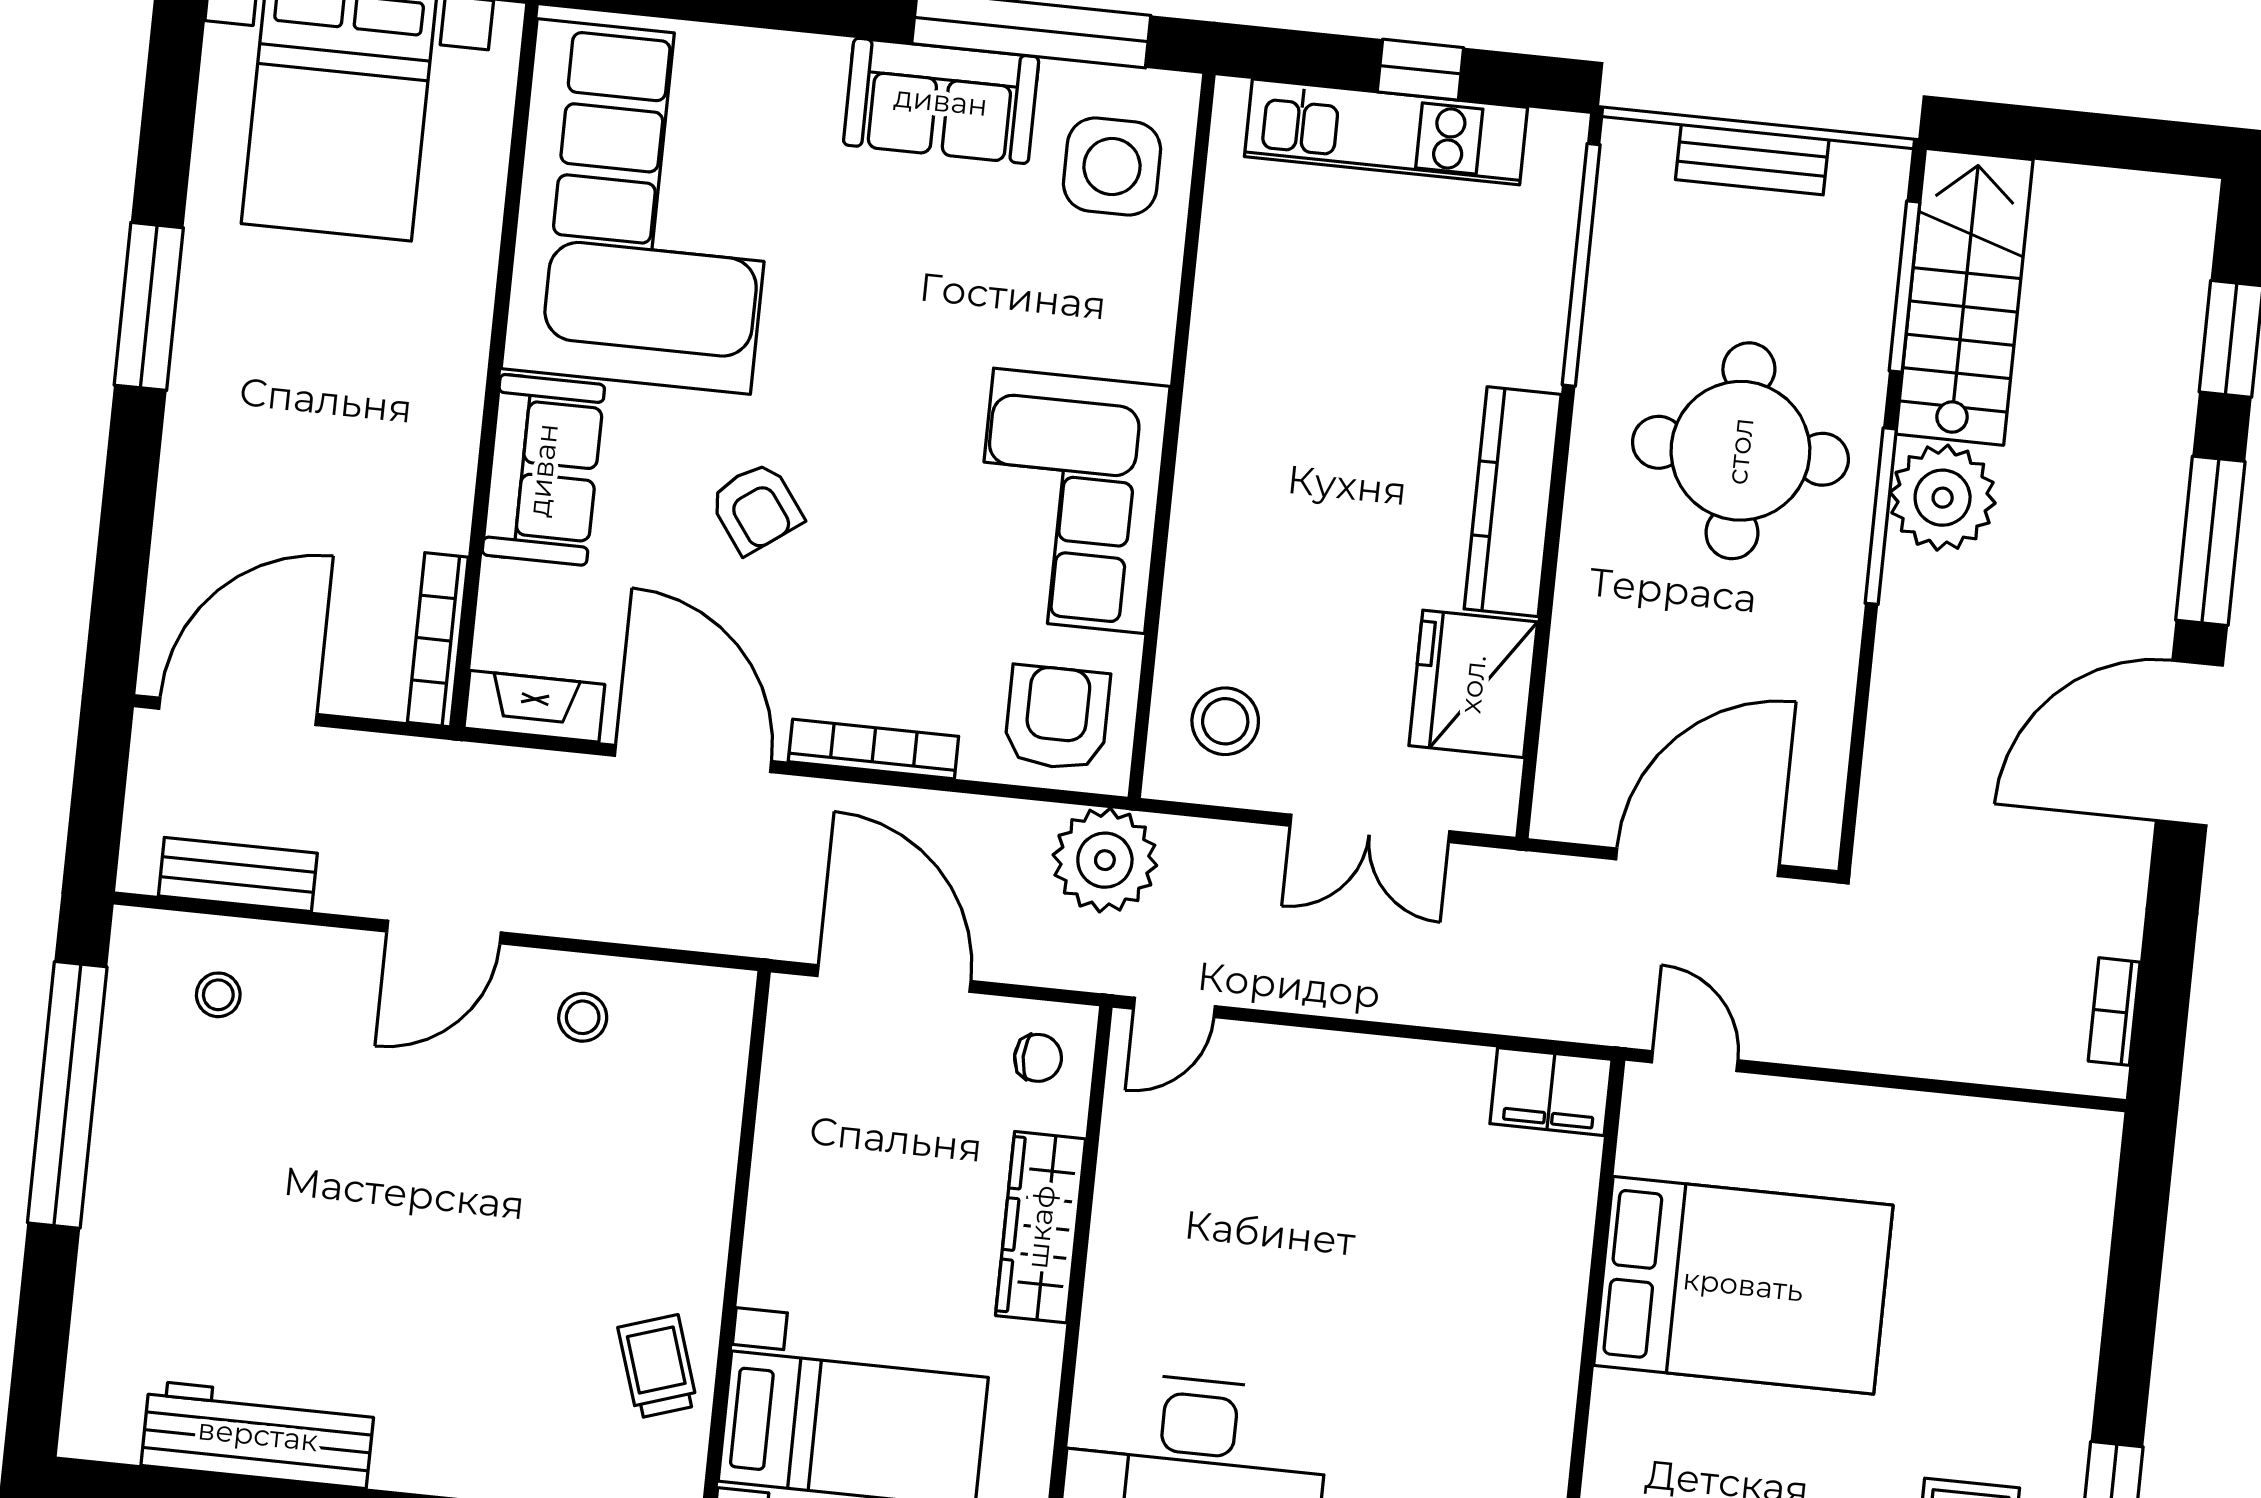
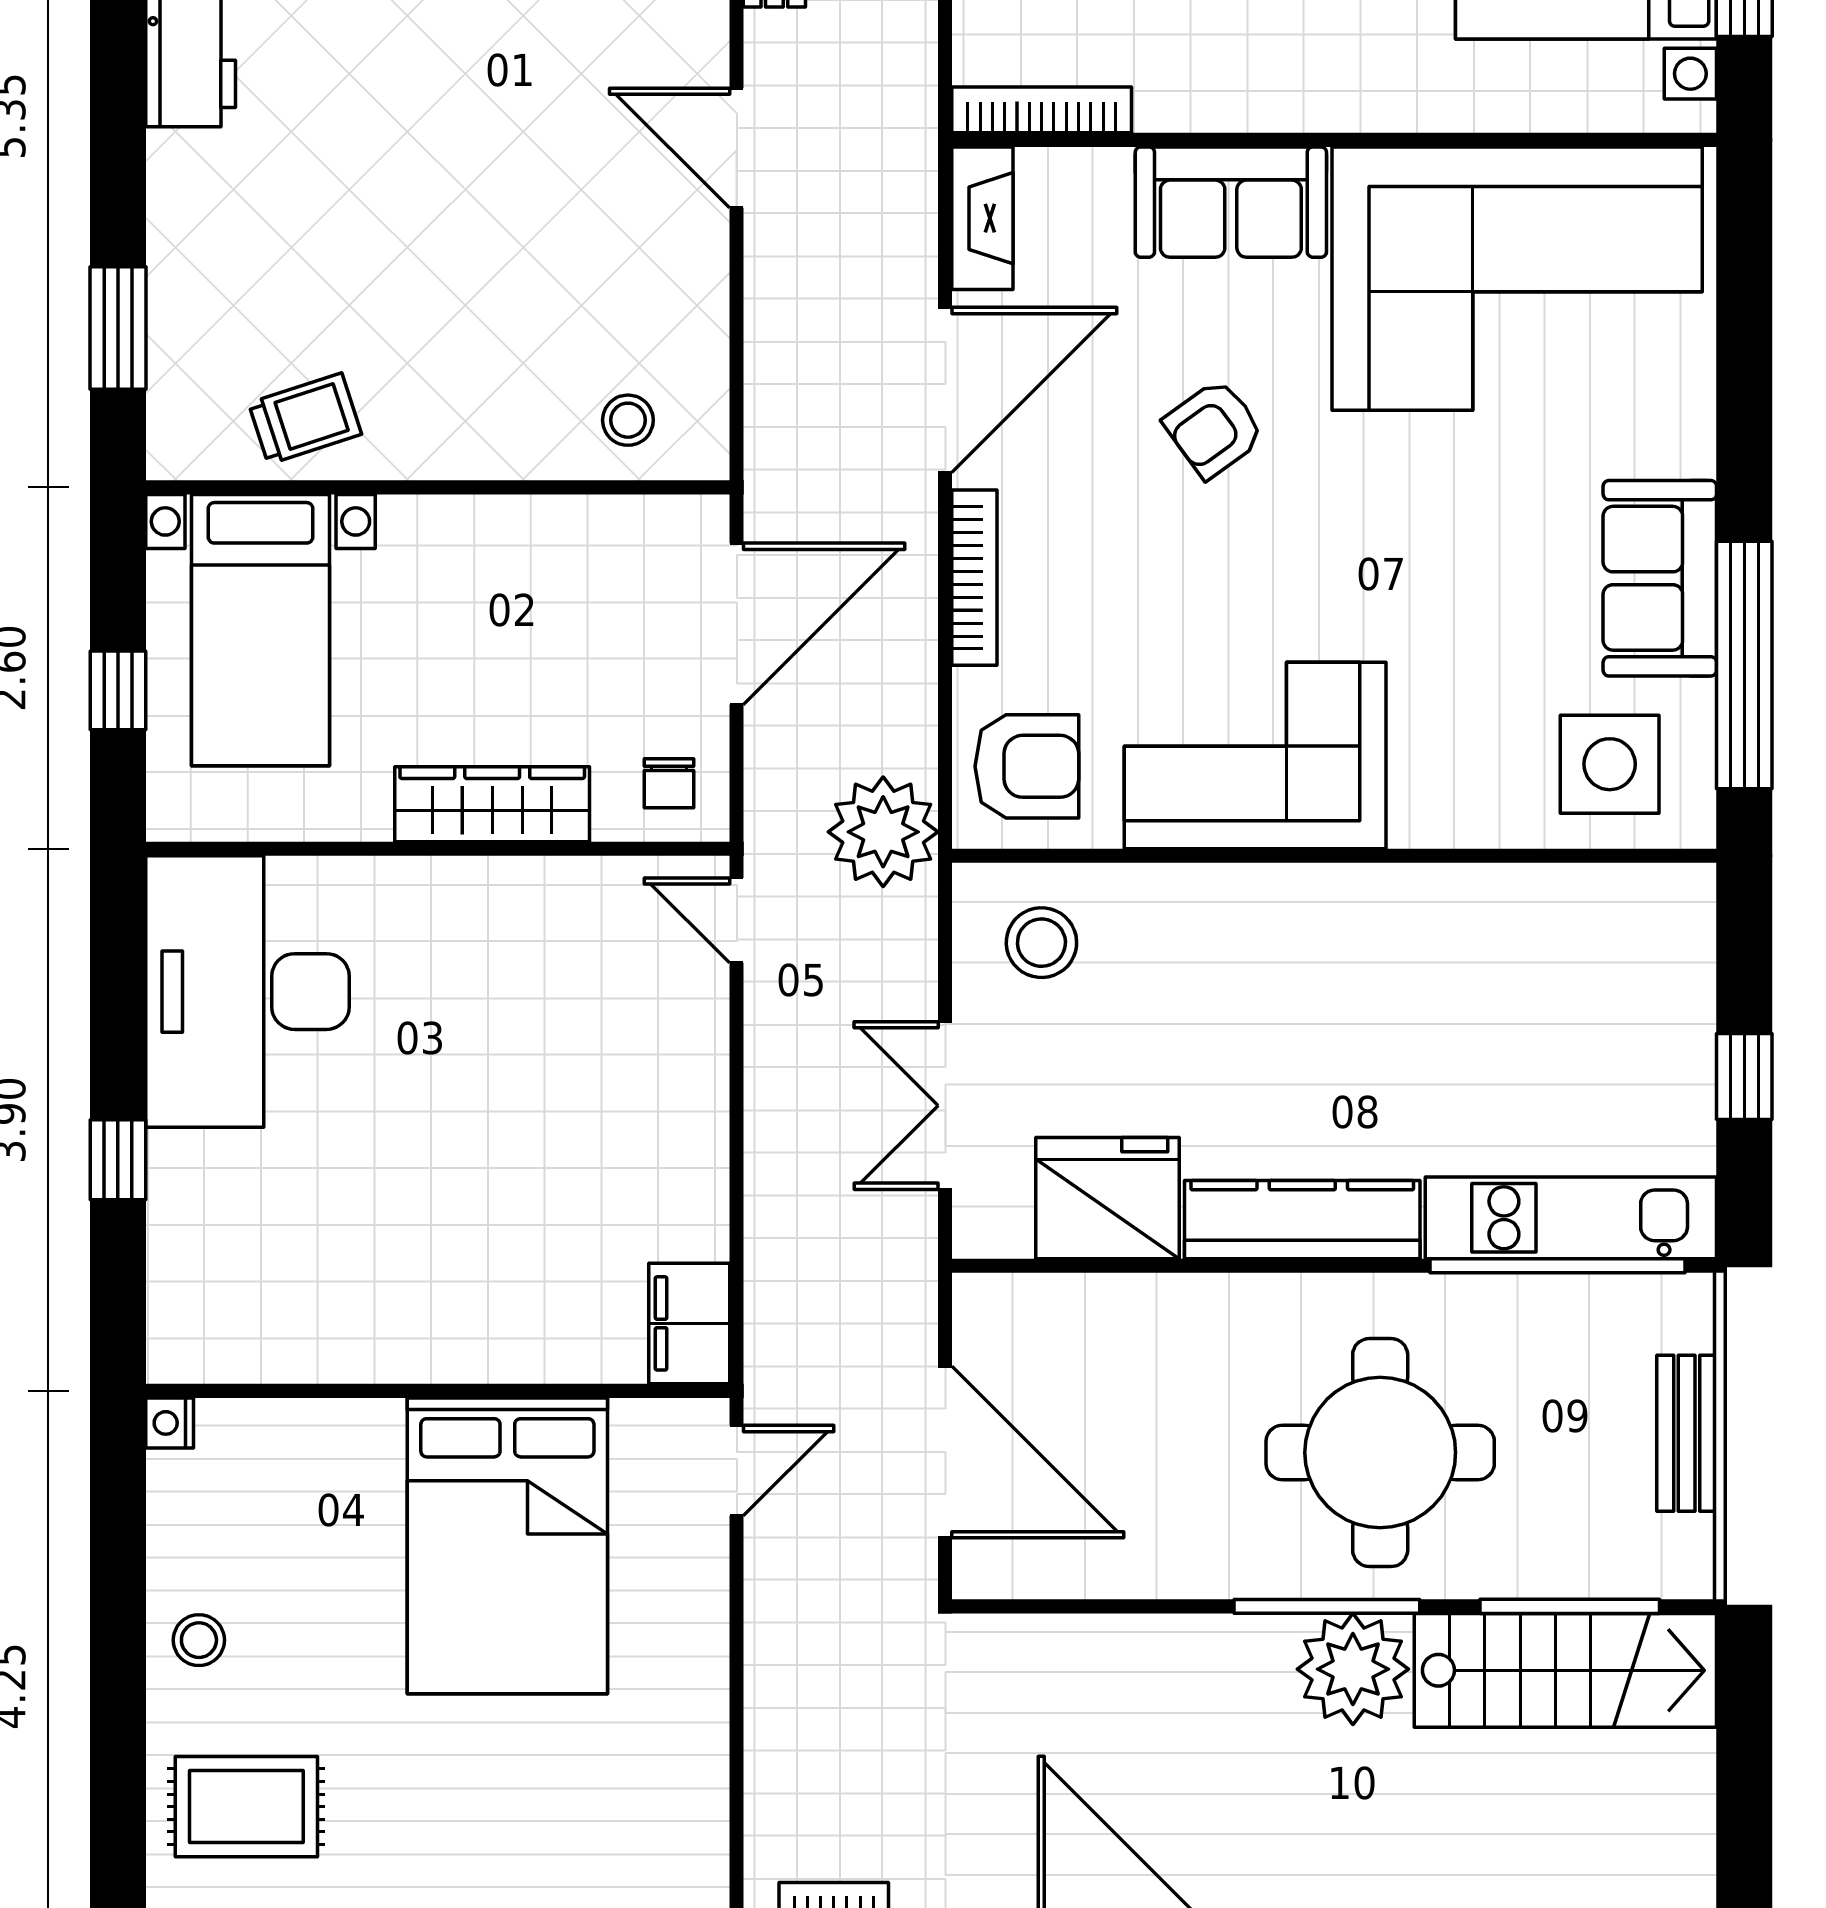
kitchen unit: (1386, 132) -> (1571, 1218), moved, turned 90
stool: (583, 1017) -> (628, 420), moved

